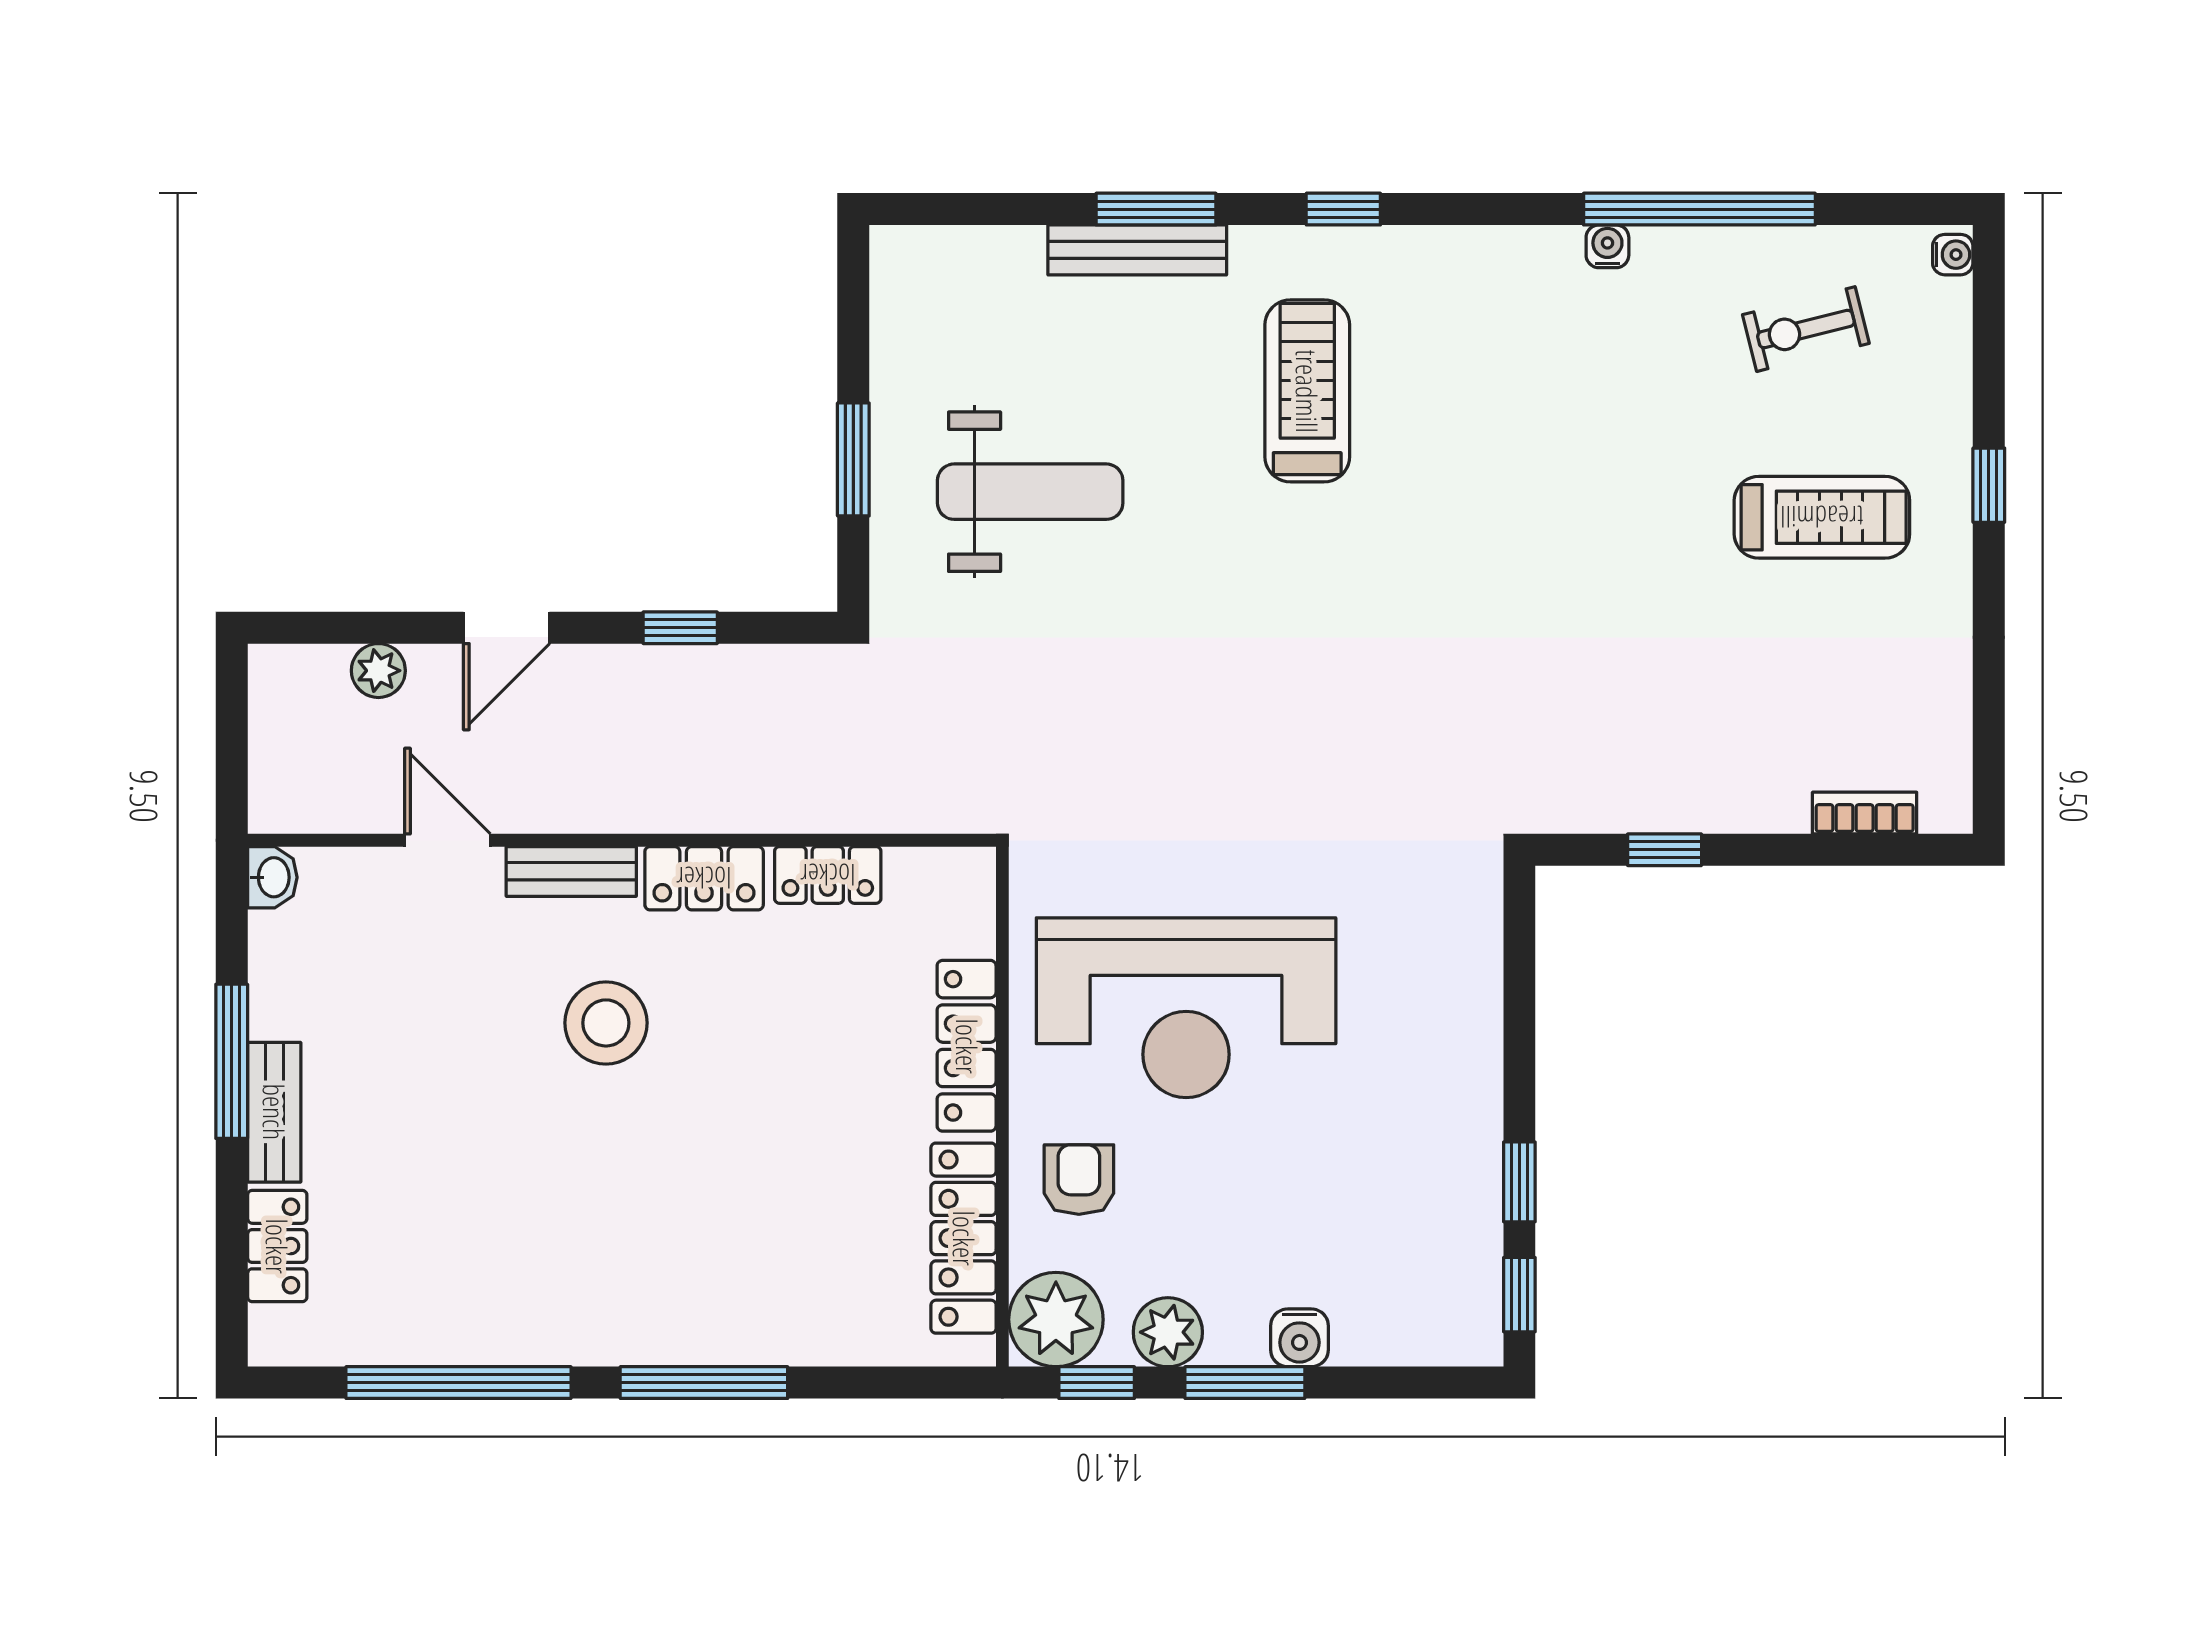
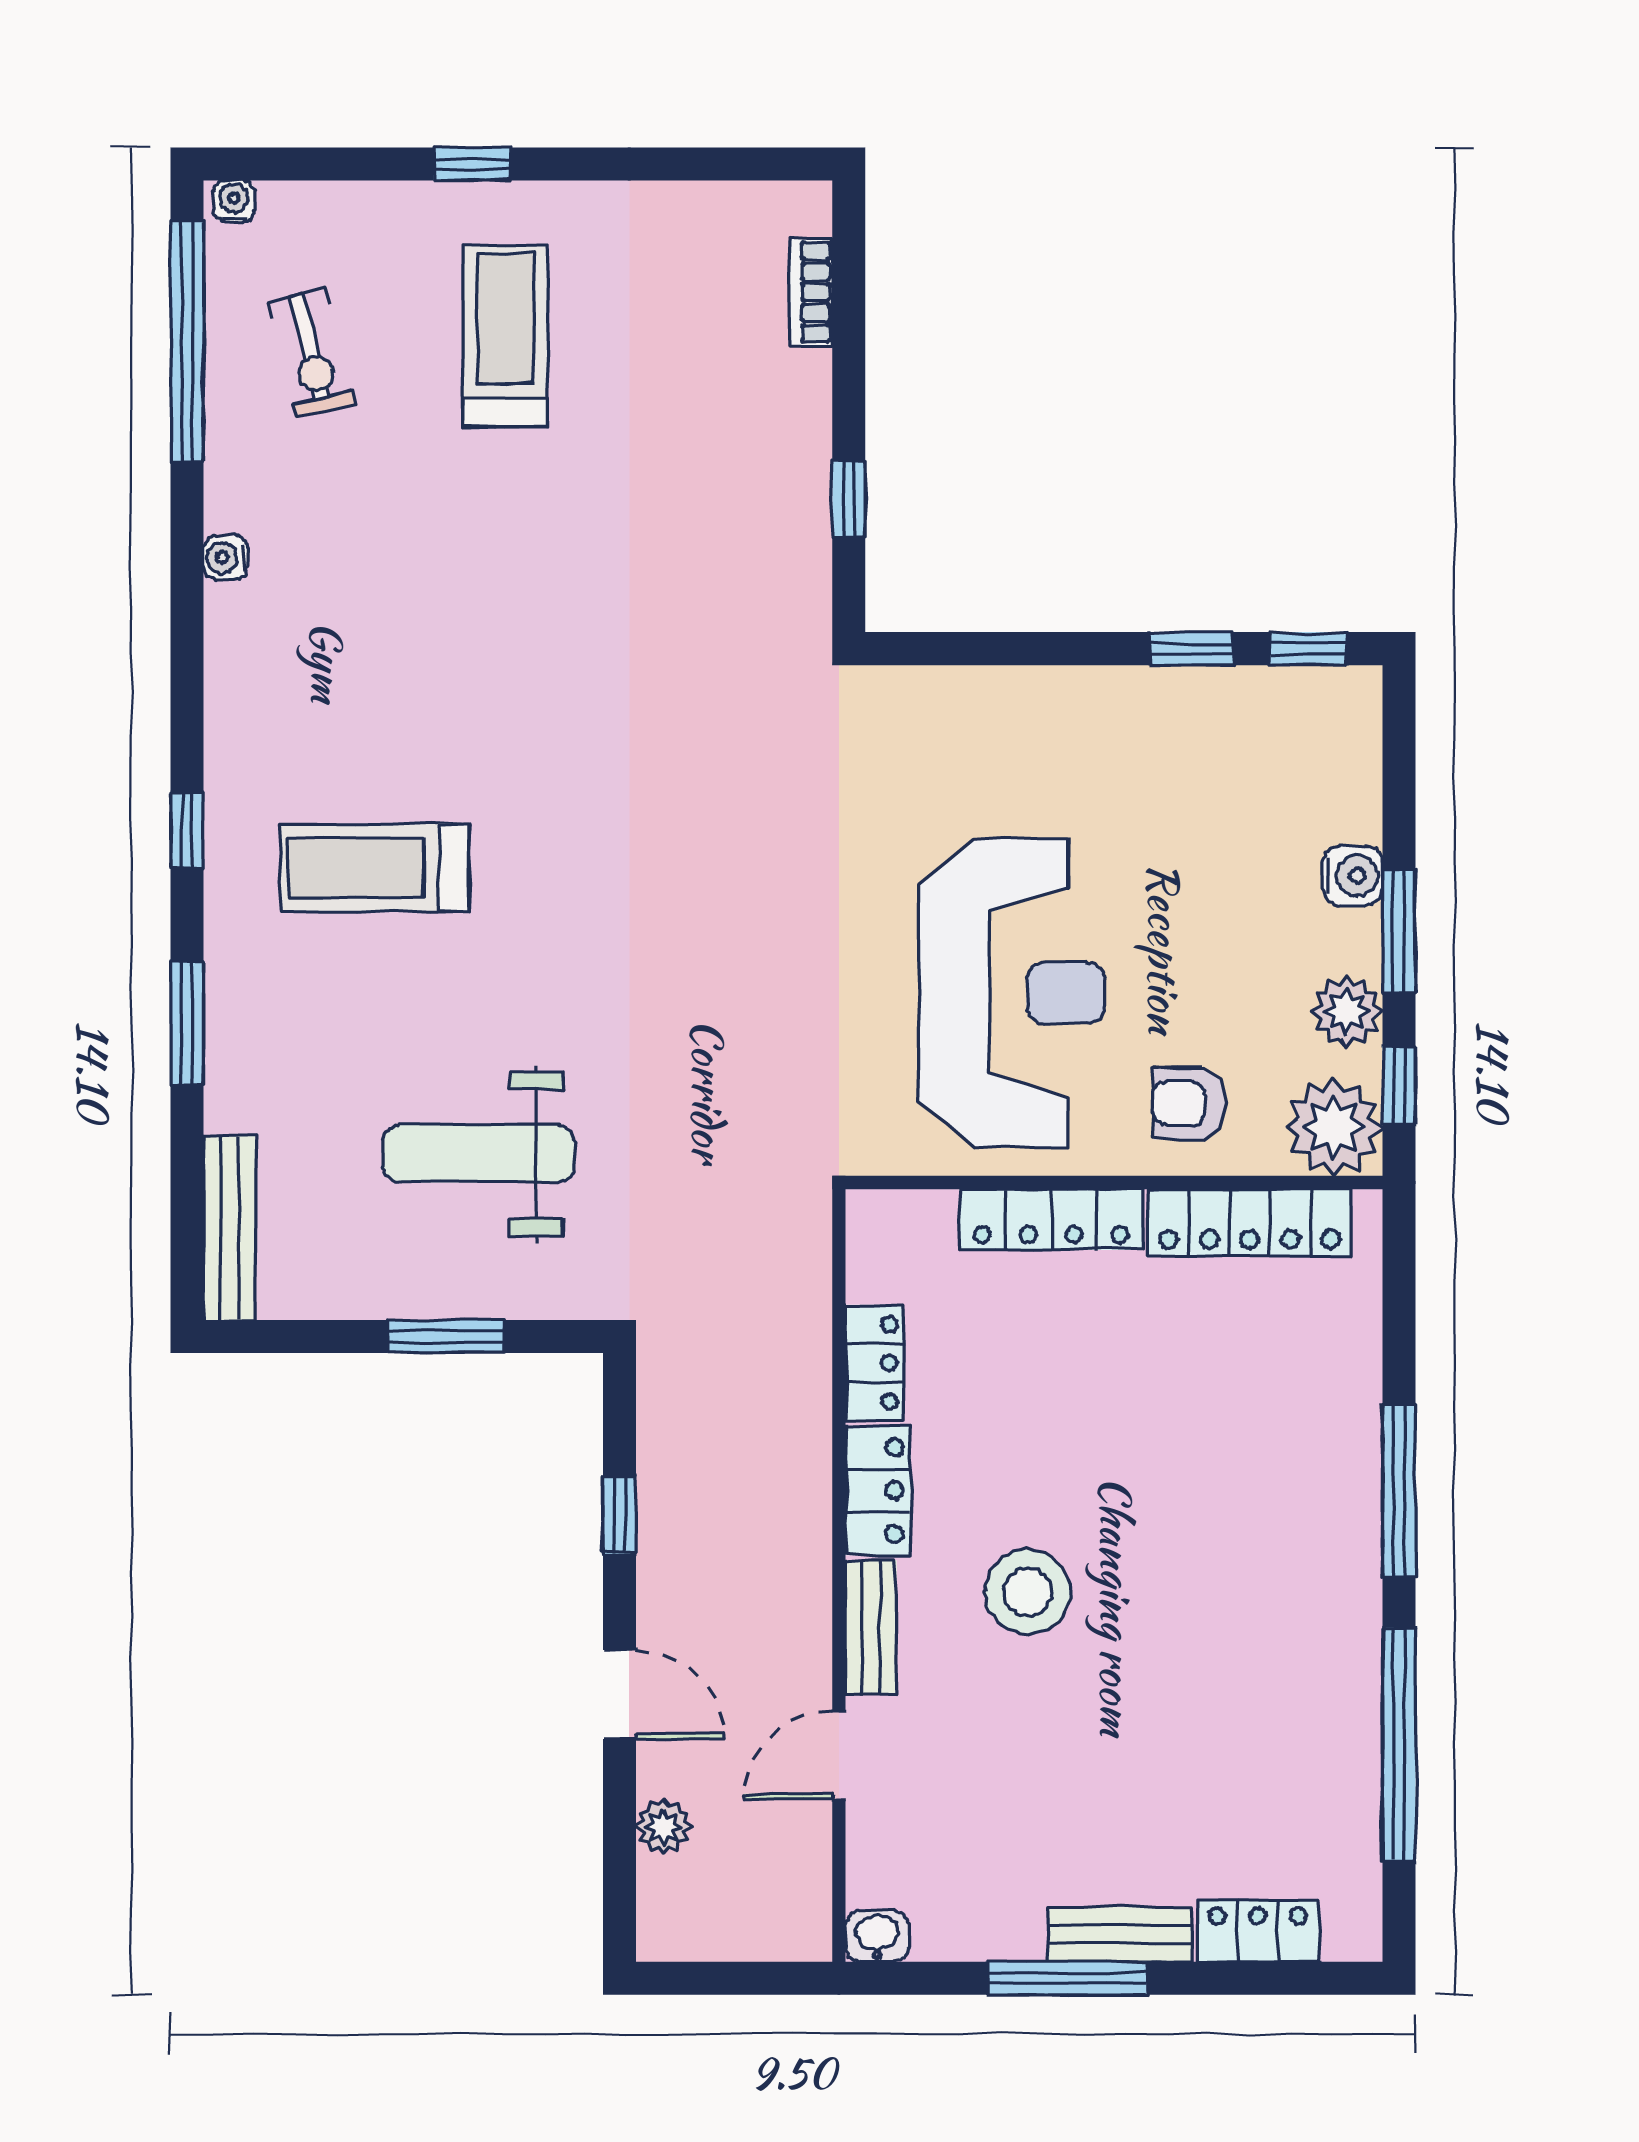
window: (1699, 209) -> (187, 342), moved
bench: (1137, 250) -> (229, 1228), moved
weight bench: (1030, 492) -> (479, 1154), turned -90

